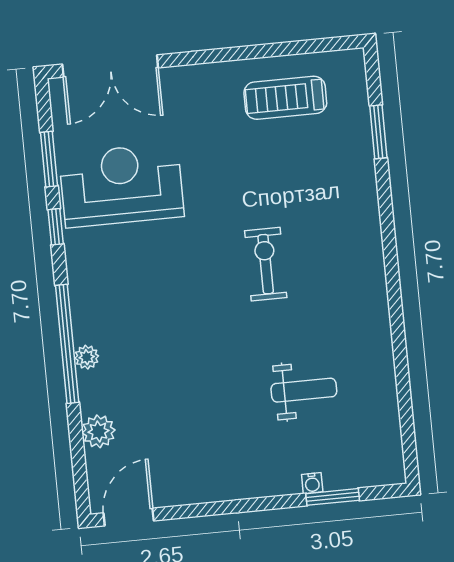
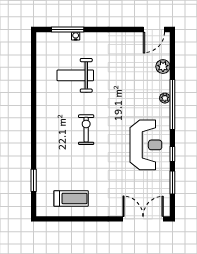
reception desk: (121, 185) -> (146, 145), moved, turned -90
exercise bike: (266, 264) -> (86, 130), turned 180
weight bench: (304, 390) -> (75, 75), width x1.36, depth x1.33
window: (333, 497) -> (68, 29), width x1.44

